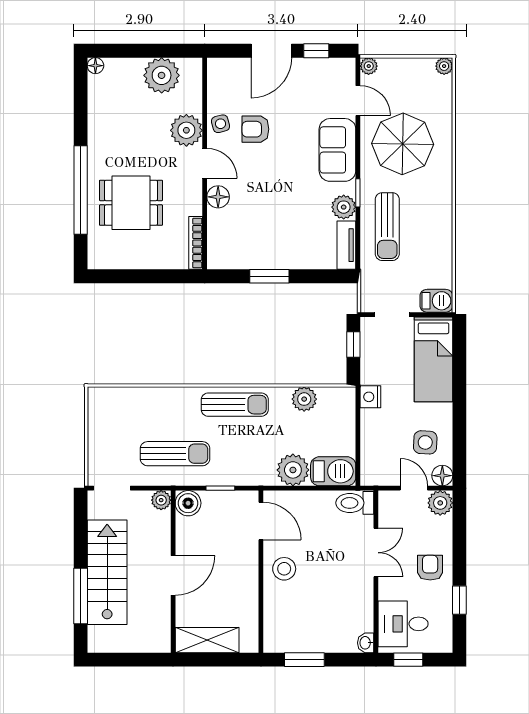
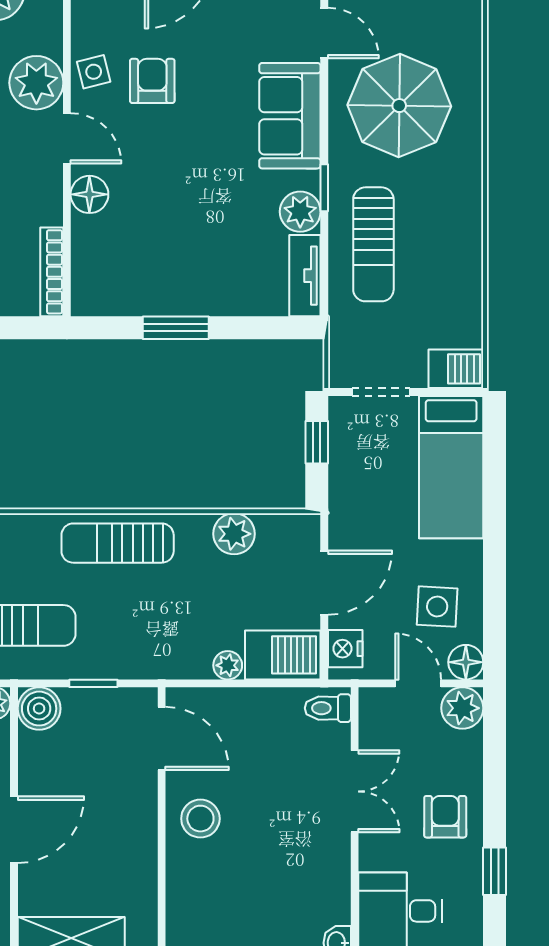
armchair: (255, 129) -> (152, 81), turned 90
nightstand: (370, 397) -> (345, 649), moved
sun lounger: (235, 405) -> (118, 543), turned 180
door: (358, 428) -> (324, 583), added
plant: (293, 470) -> (228, 665), width x0.53, depth x0.53
toilet: (355, 503) -> (328, 708), width x0.73, depth x0.72

